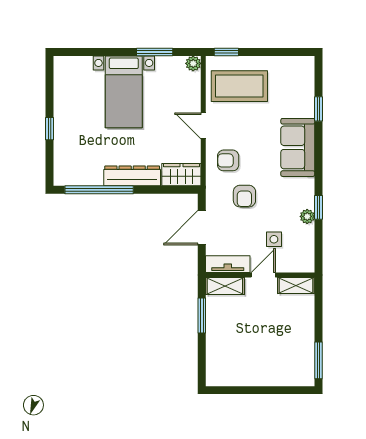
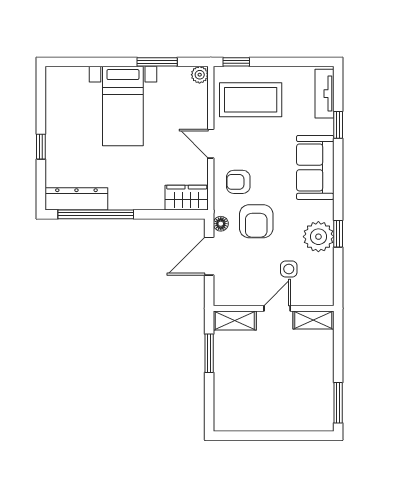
dresser: (132, 176) -> (76, 199), moved
armchair: (244, 196) -> (256, 221), width x1.38, depth x1.38
floor lamp: (212, 198) -> (221, 224), added
plant: (307, 216) -> (318, 237), width x1.88, depth x1.88
tv unit: (228, 264) -> (324, 94), moved, turned -90

